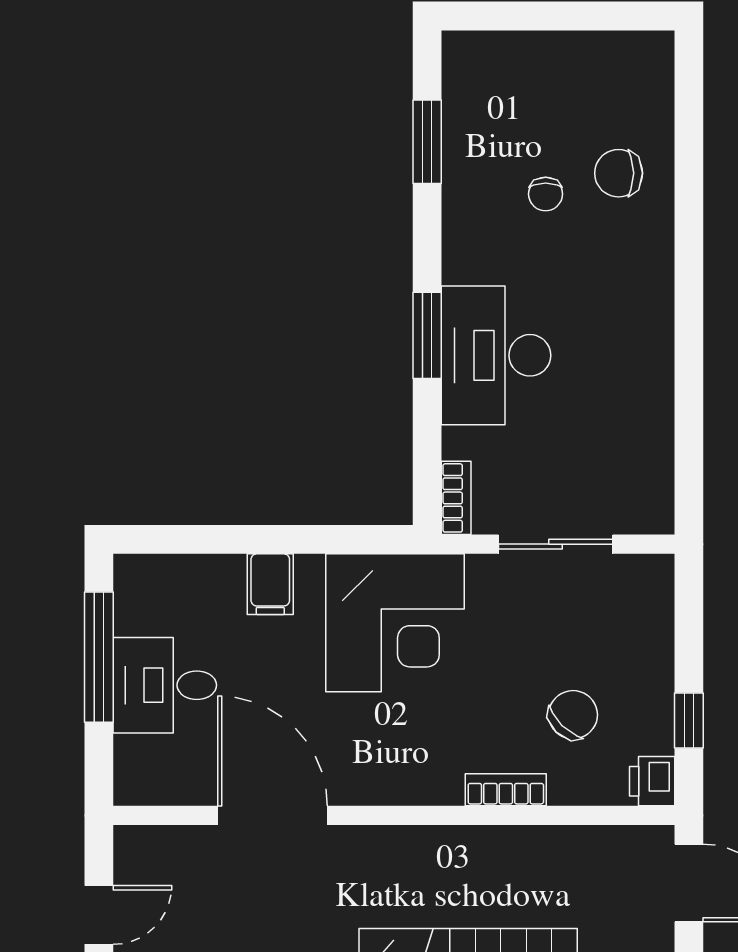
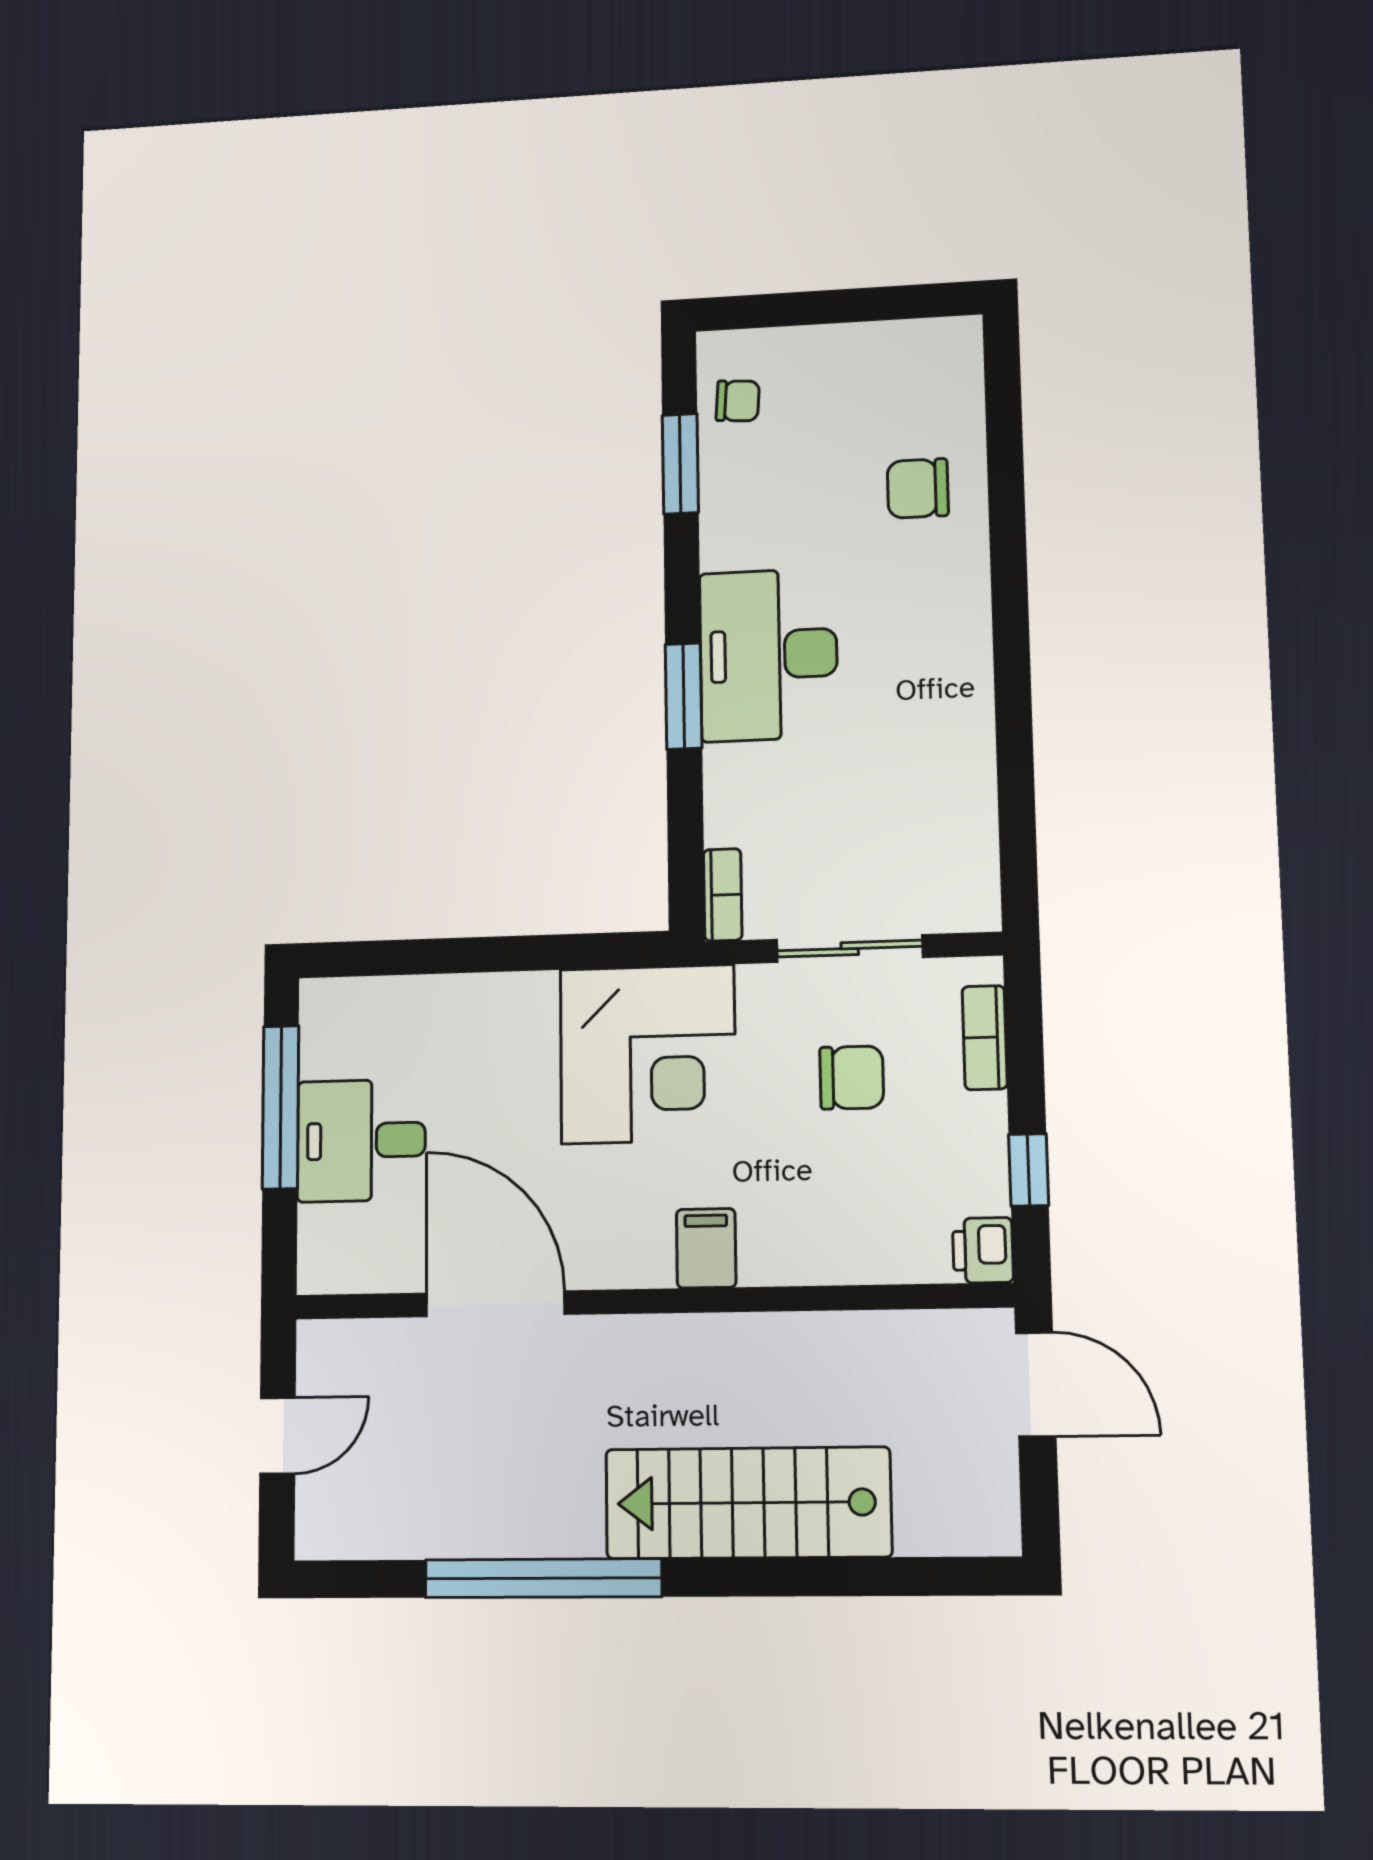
chair: (546, 194) -> (738, 401), moved, turned -86
desk: (496, 355) -> (768, 655), moved
filing cabinet: (270, 584) -> (706, 1248), moved, turned 180
chair: (573, 715) -> (852, 1078), moved, turned 46
bookcase: (506, 790) -> (985, 1038), moved, turned -90

